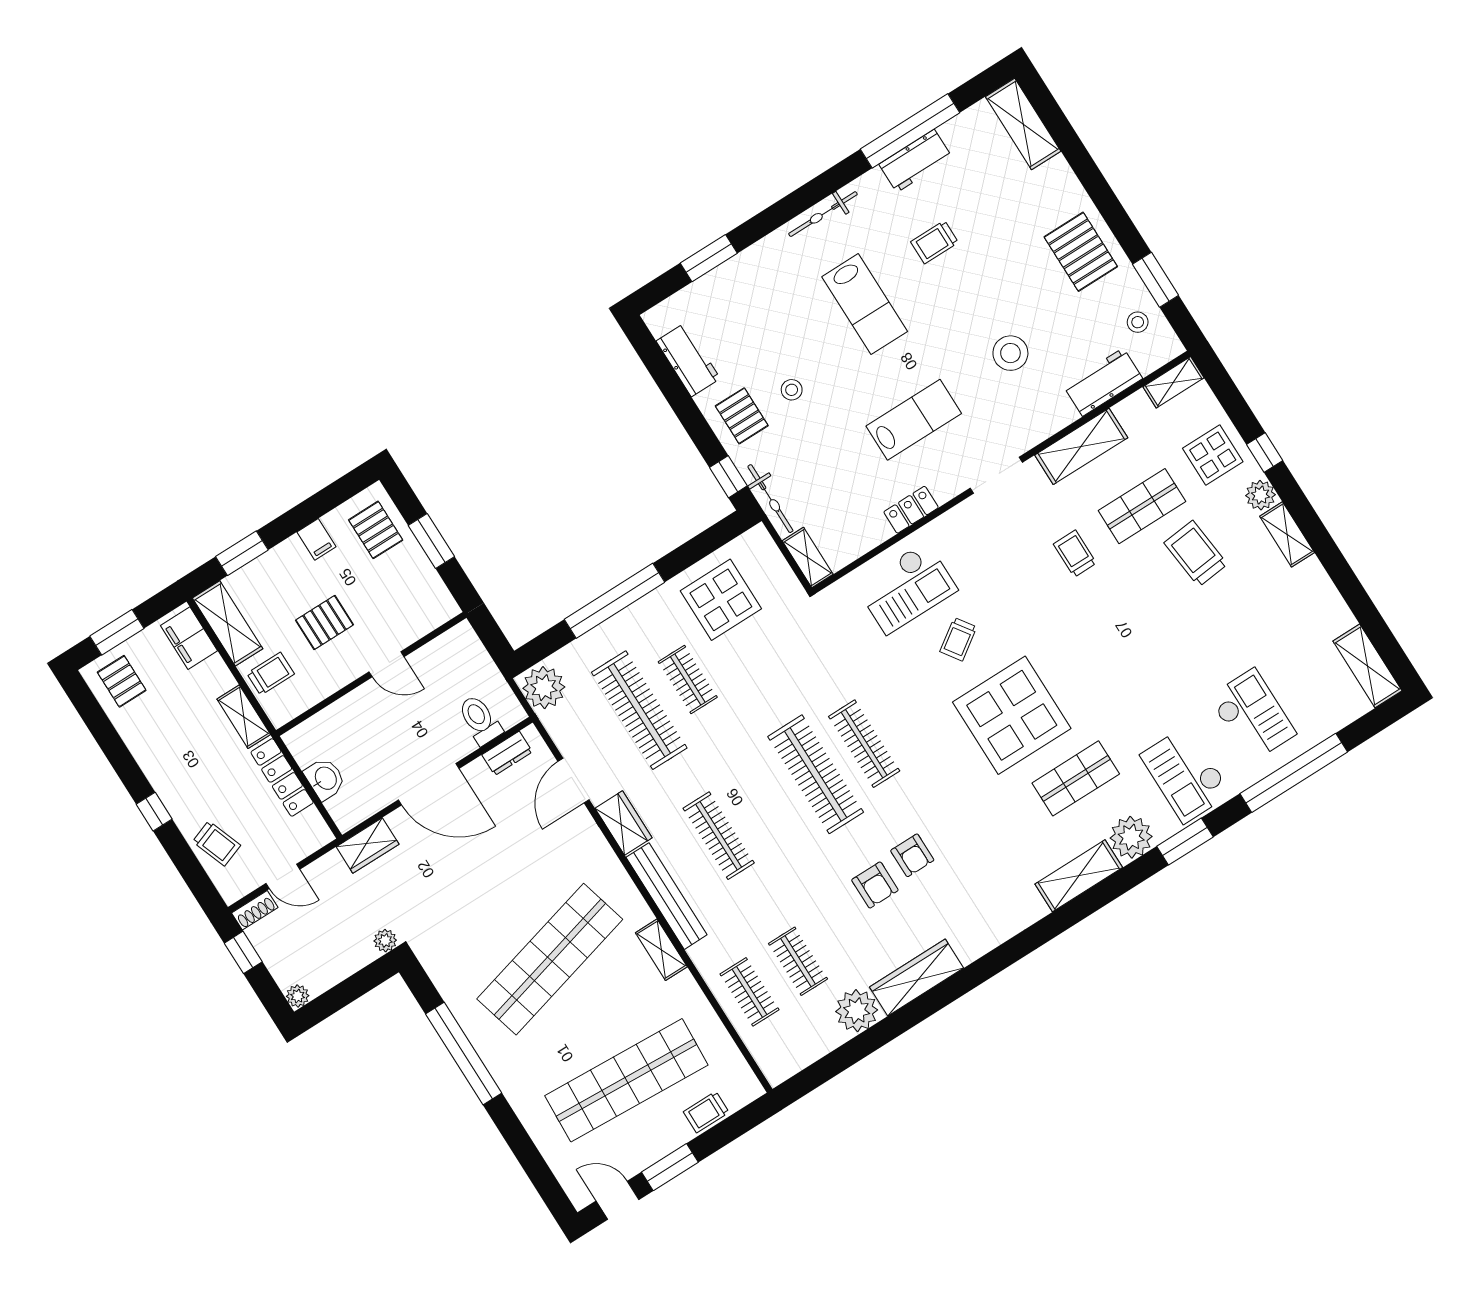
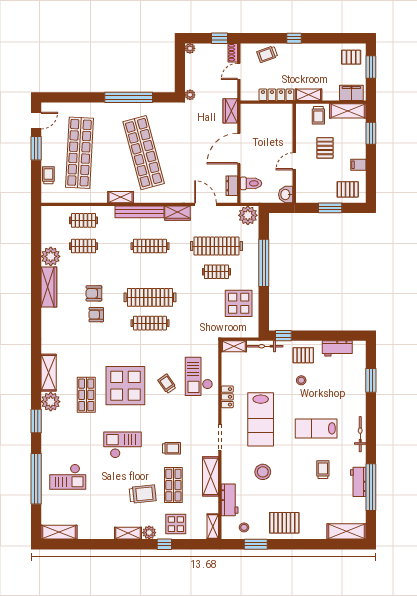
lab bench: (914, 420) -> (261, 419), width x1.36, depth x1.39
checkout: (1186, 774) -> (123, 445), moved
washbasin: (325, 779) -> (286, 195), moved, turned 90

